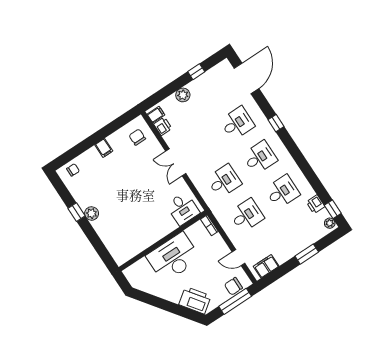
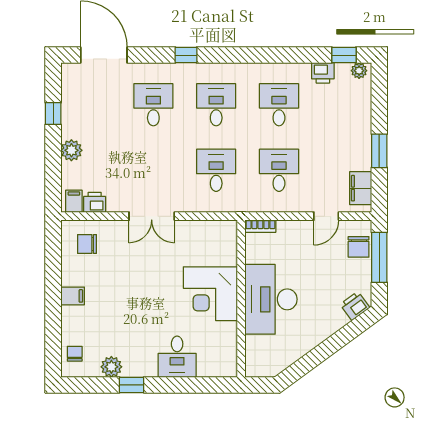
desk: (183, 209) -> (177, 357), moved, turned 90
plant: (92, 213) -> (111, 367), moved
corner desk: (155, 222) -> (210, 294), added
window: (307, 254) -> (379, 151), moved
printer: (195, 300) -> (355, 306), width x0.53, depth x0.68

